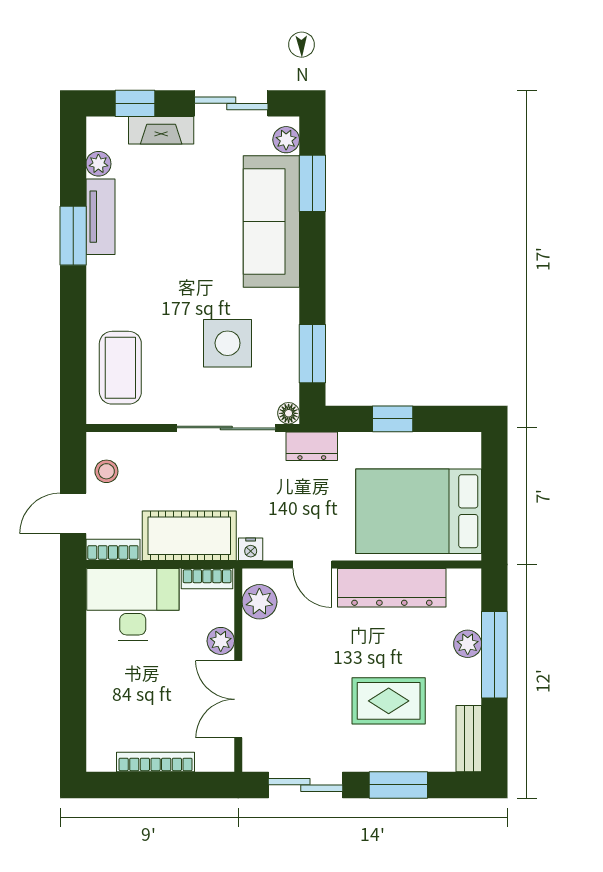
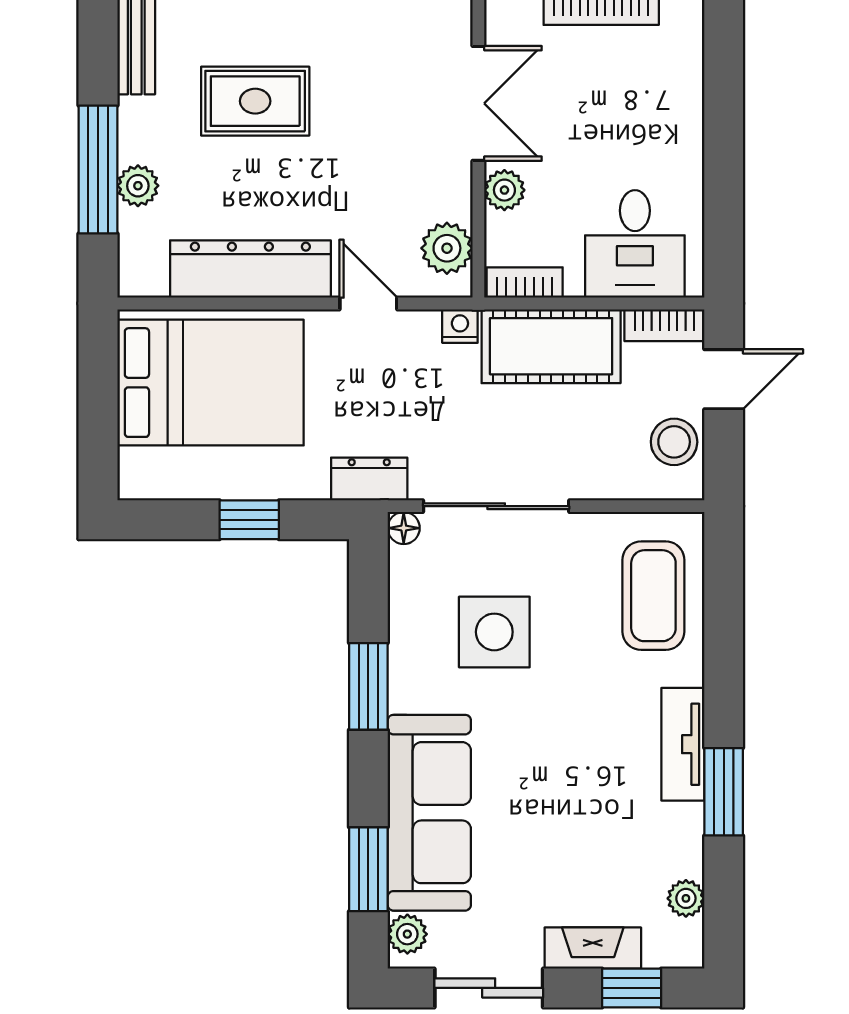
tv unit: (101, 217) -> (683, 744), moved
window: (312, 354) -> (368, 686), moved
stool: (106, 471) -> (674, 442), width x1.37, depth x1.37
desk: (133, 605) -> (635, 244), width x0.73

